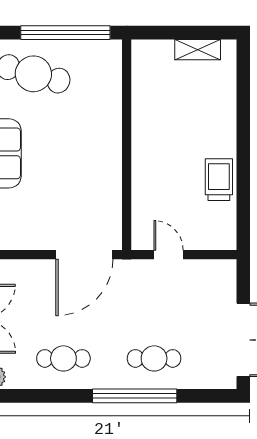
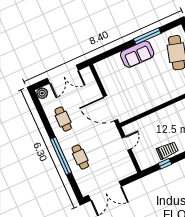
window: (243, 197) -> (165, 164), added

